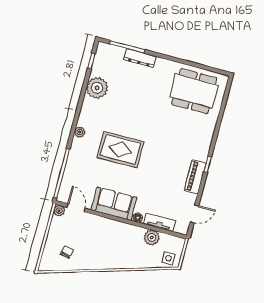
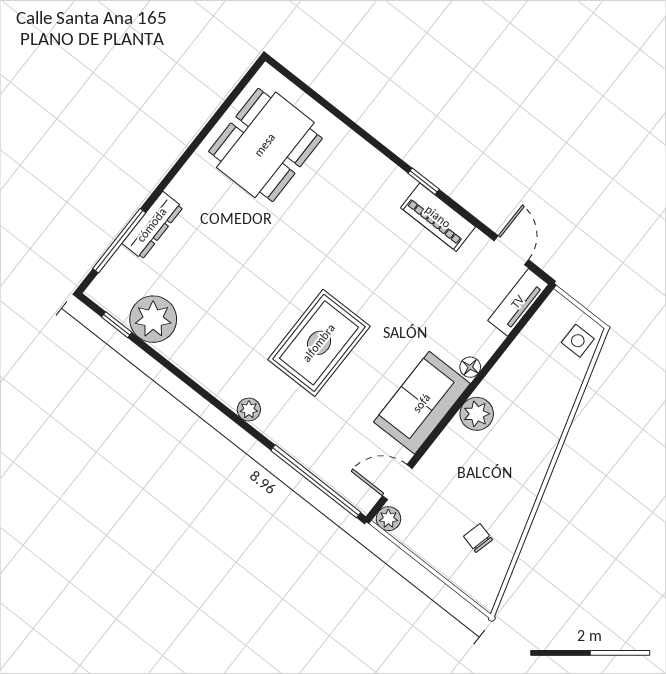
plant: (97, 88) -> (153, 319), moved
tv unit: (159, 222) -> (518, 302), moved
plant: (152, 237) -> (477, 414), moved

